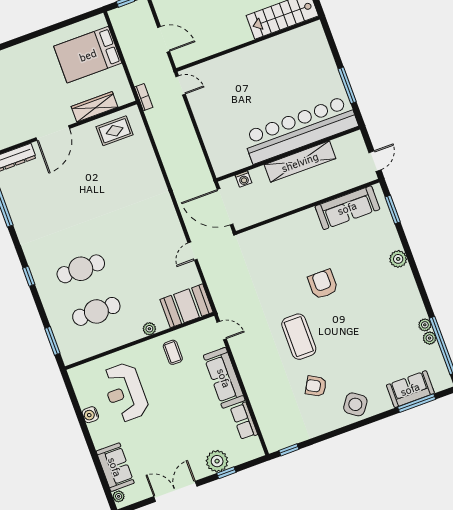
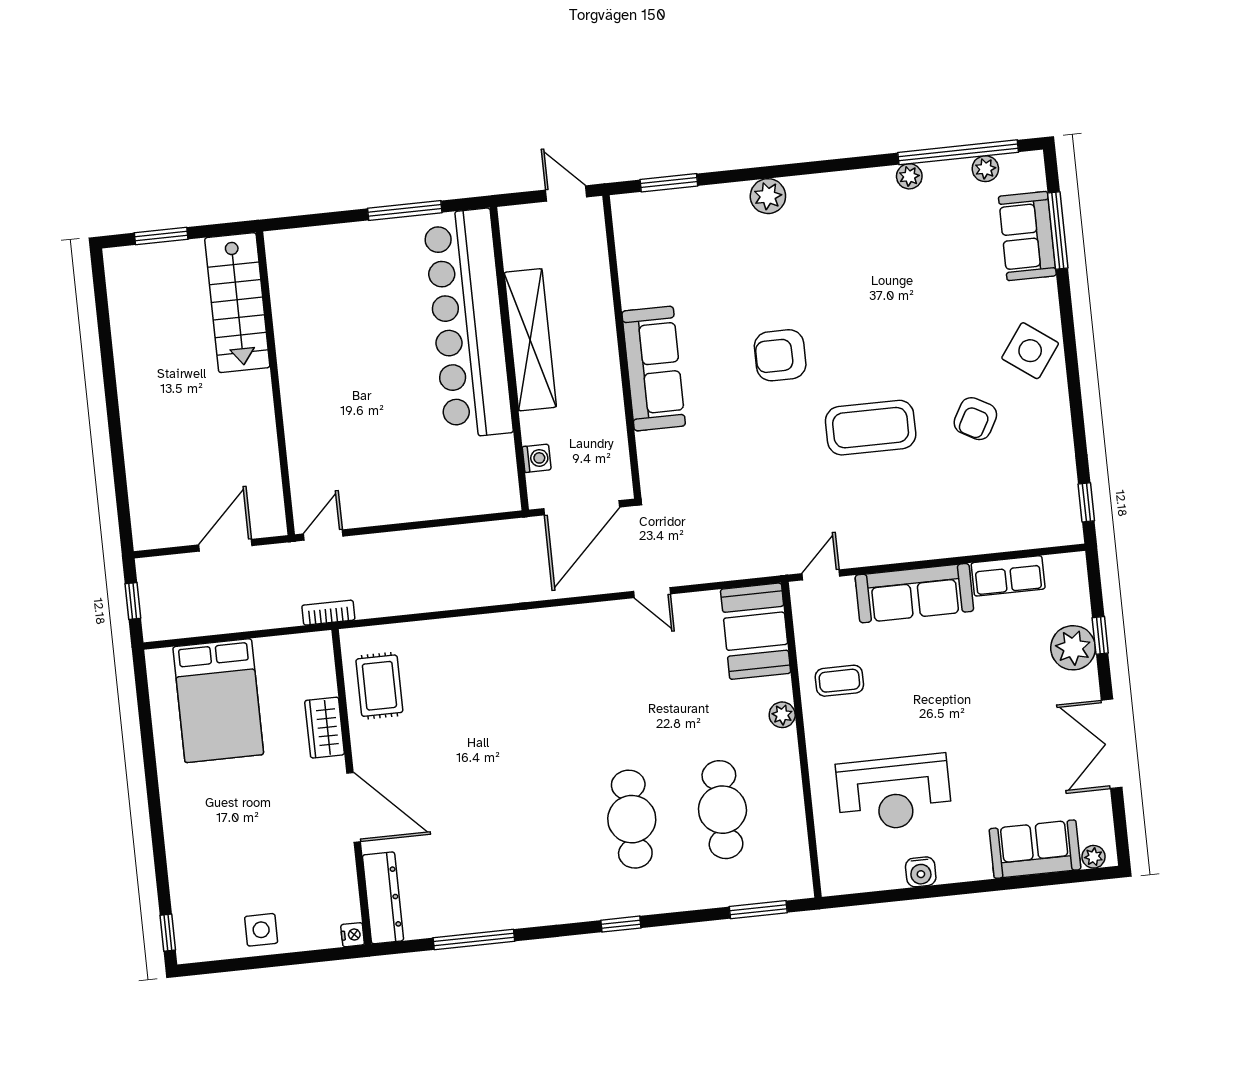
wardrobe: (95, 107) -> (325, 728), width x0.67
sofa: (347, 208) -> (654, 369), moved
plant: (430, 338) -> (985, 169), moved

